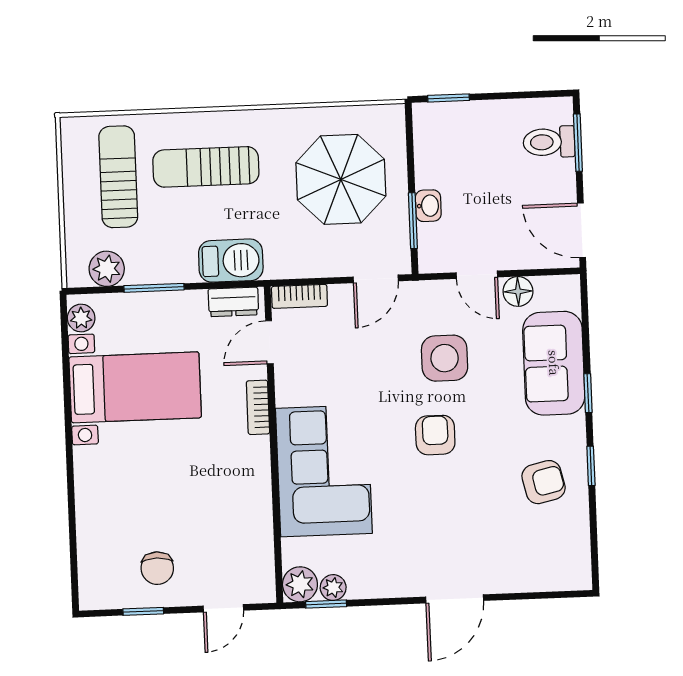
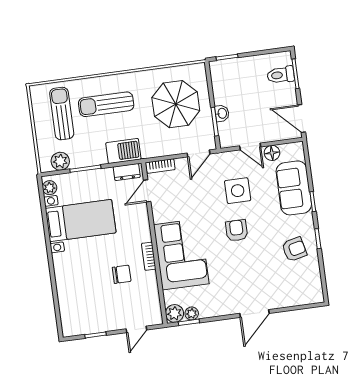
bookcase: (258, 407) -> (149, 256), moved
chair: (157, 568) -> (122, 274), moved, turned -90

